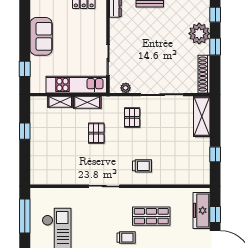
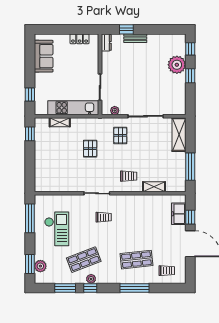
sofa: (41, 36) -> (44, 56), moved
shoe rack: (204, 74) -> (181, 99), removed
shelving: (87, 102) -> (154, 187), moved
window: (25, 131) -> (30, 134), moved
window: (215, 154) -> (190, 167), width x2.17
freezer: (201, 210) -> (179, 214), width x0.71
shop shelf: (151, 216) -> (136, 219), removed
trolley: (126, 238) -> (104, 217), moved

